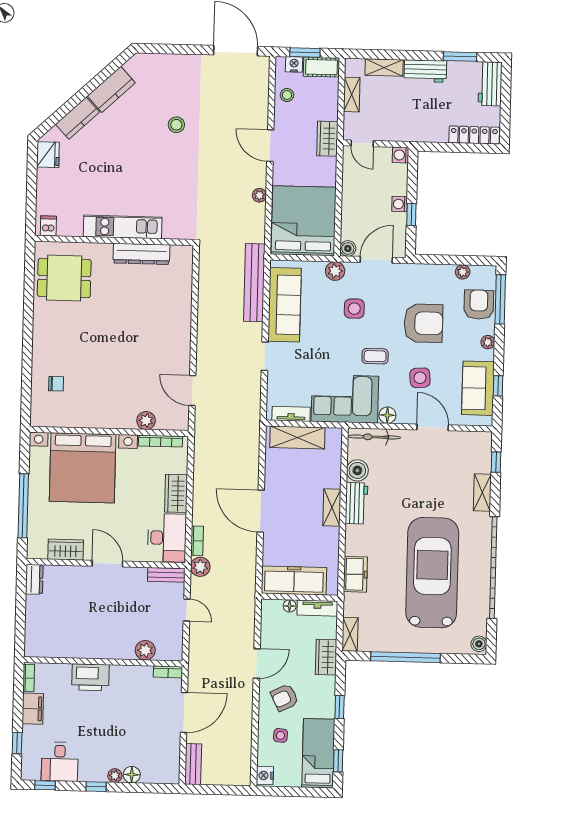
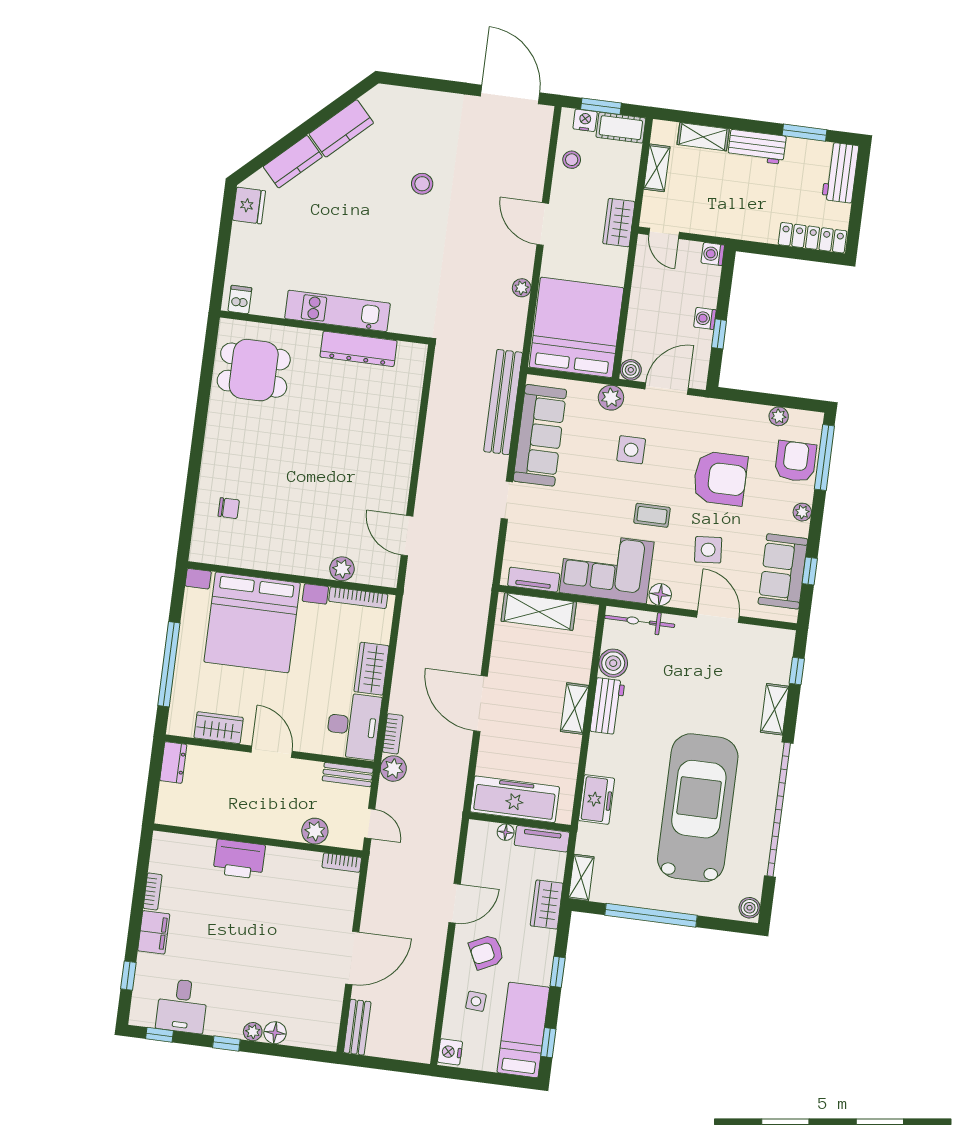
plant: (145, 650) -> (315, 831), moved
wall: (103, 662) -> (258, 840), moved
bookcase: (168, 672) -> (342, 863), moved
printer: (90, 677) -> (239, 859), moved

